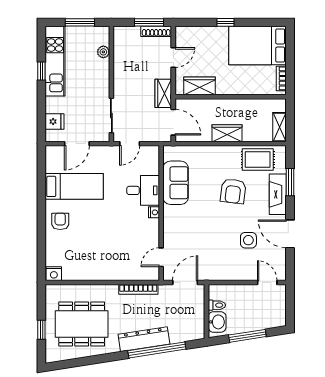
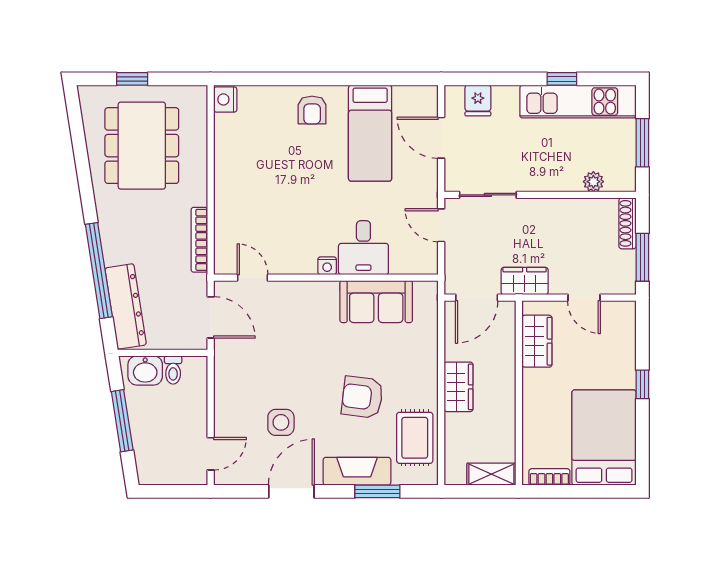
shoe rack: (156, 31) -> (628, 223), moved
shelving: (280, 127) -> (491, 474), moved
armchair: (60, 221) -> (312, 110), turned 90
dresser: (144, 339) -> (126, 306), moved

